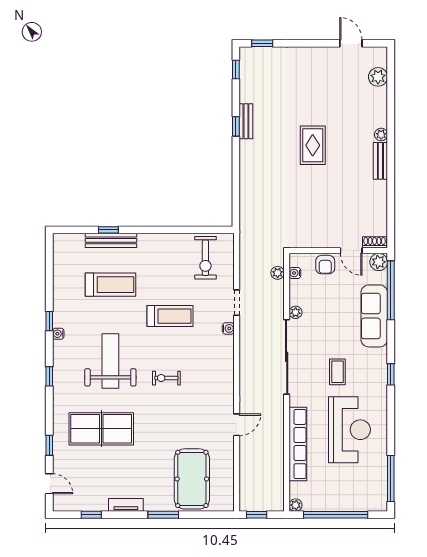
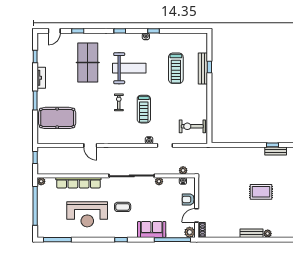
treadmill: (170, 316) -> (144, 109), moved
sofa: (374, 316) -> (152, 229), width x0.73

